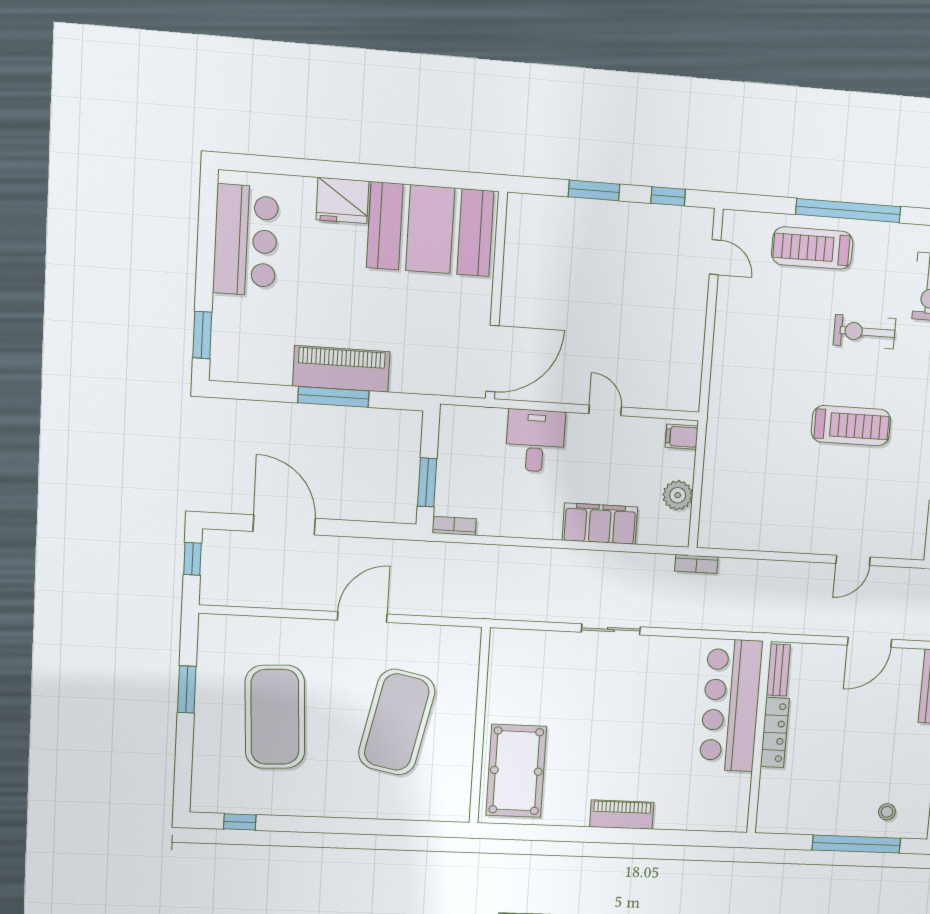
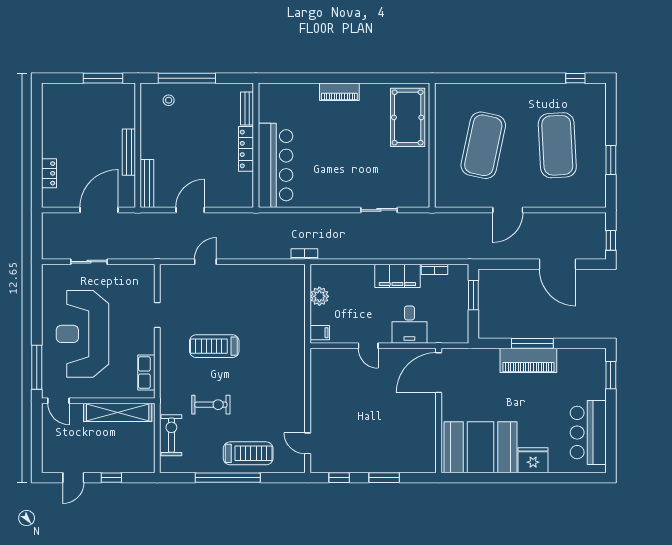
filing cabinet: (600, 524) -> (397, 276), moved
bookcase: (454, 526) -> (434, 269), moved
sliding door: (611, 629) -> (379, 210), moved
bench: (778, 670) -> (247, 109), moved

